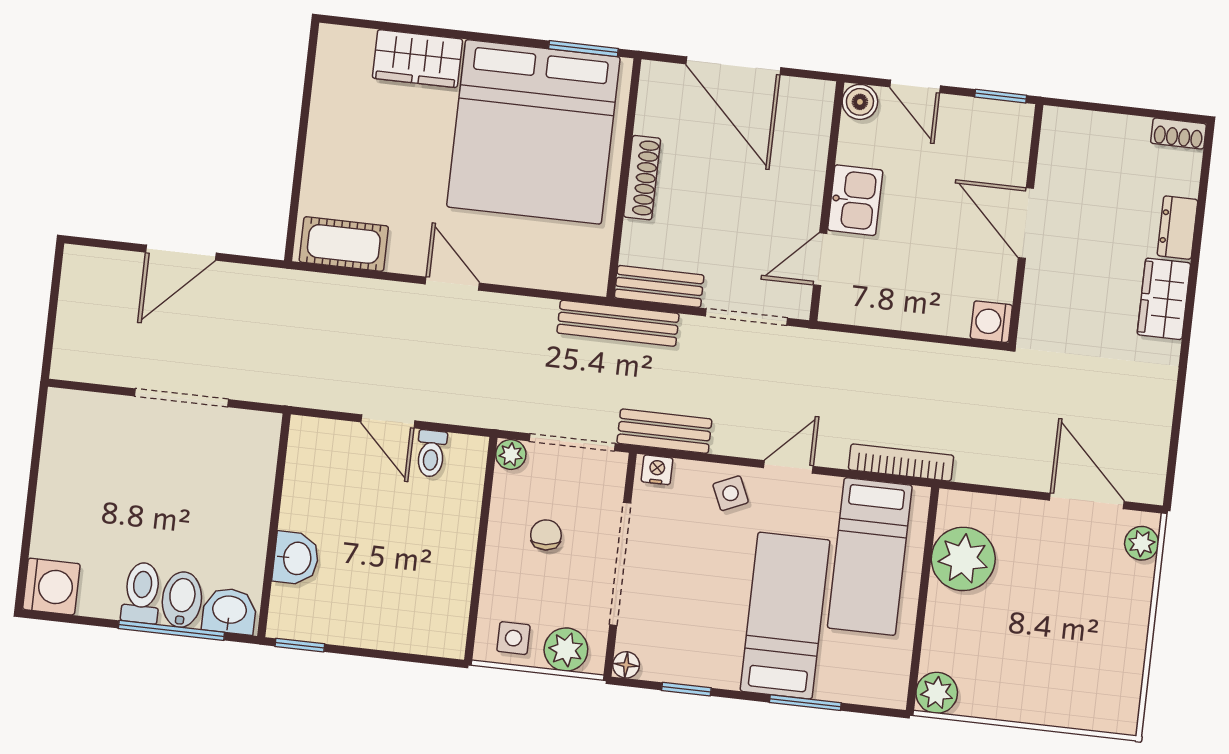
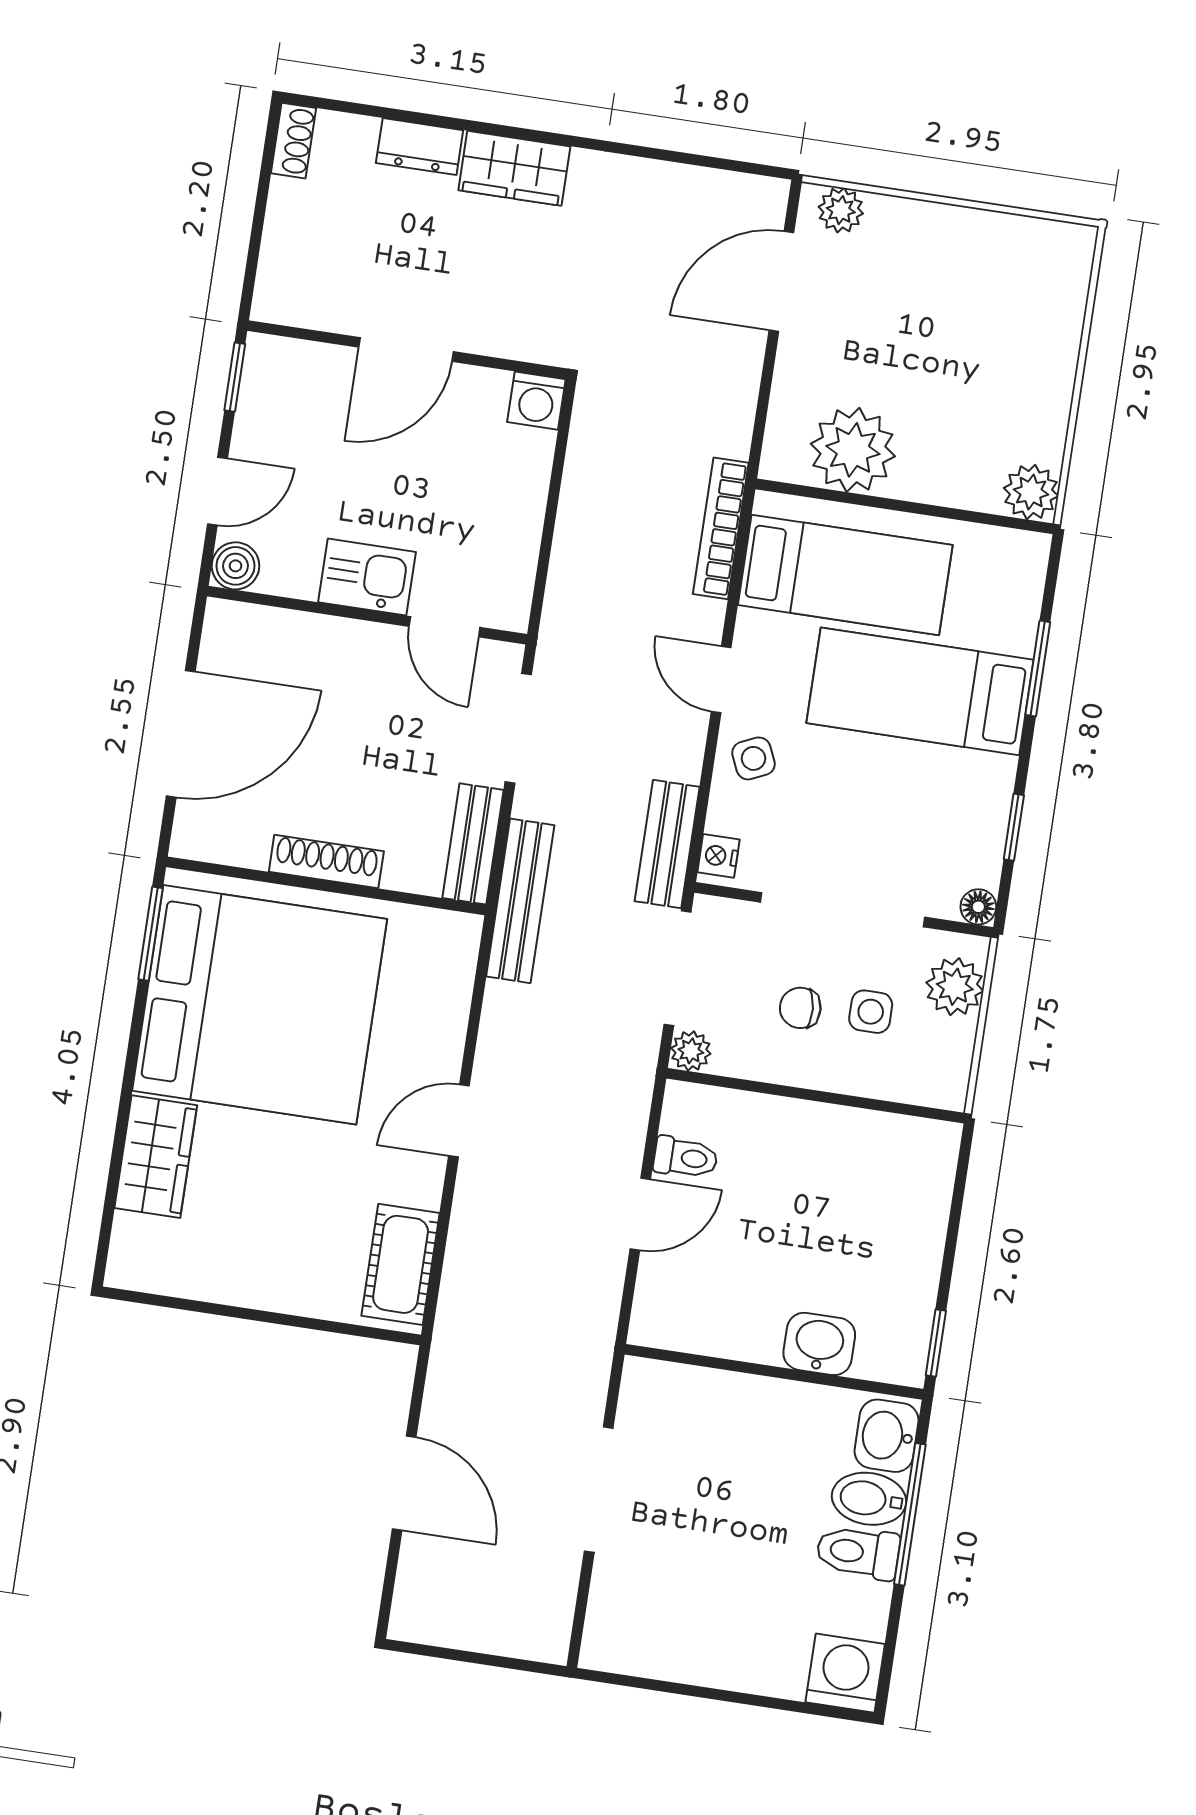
side table: (513, 638) -> (871, 1012), moved

